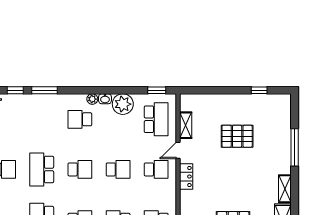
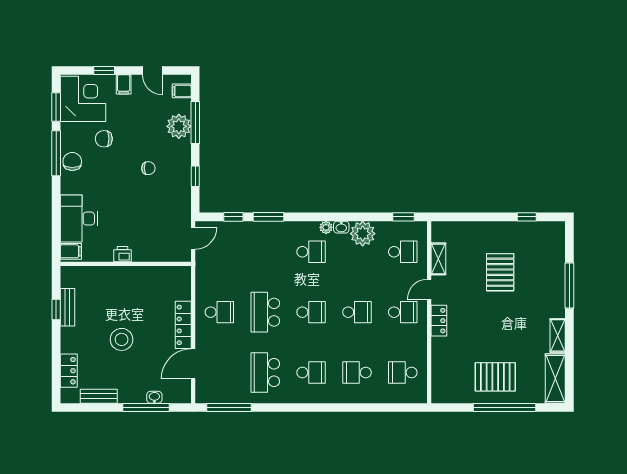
school desk: (80, 119) -> (311, 252), turned 180
school desk: (156, 119) -> (403, 252), width x0.54
pallet: (237, 136) -> (500, 272), turned 90

